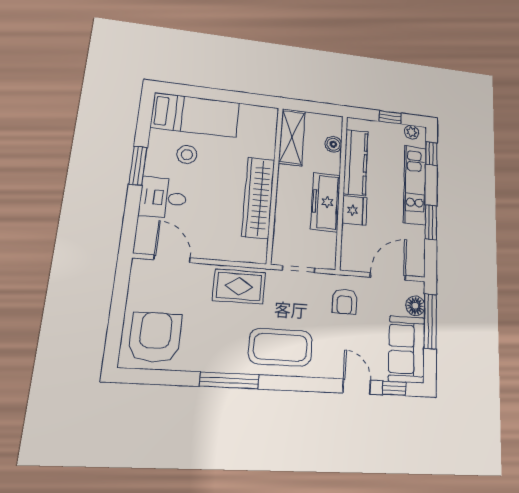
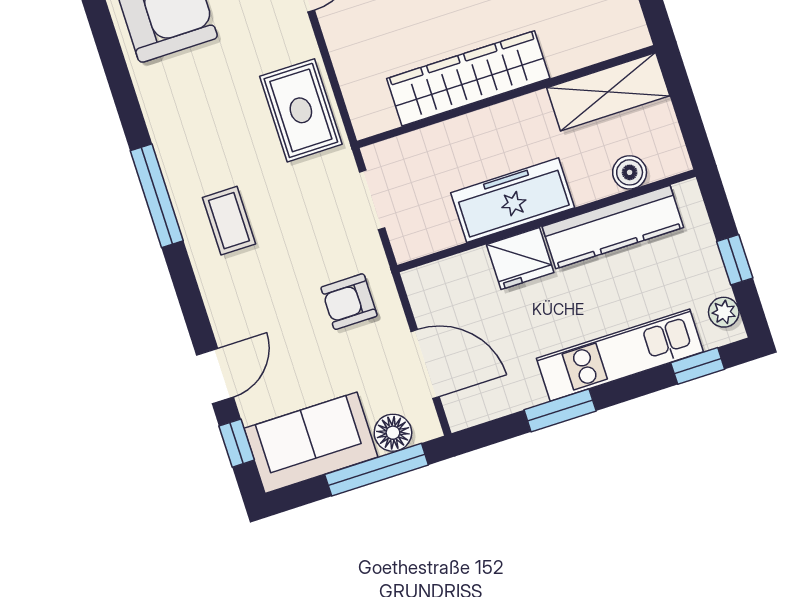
coffee table: (280, 347) -> (229, 221), width x0.54, depth x0.58
window: (229, 380) -> (157, 196), moved

